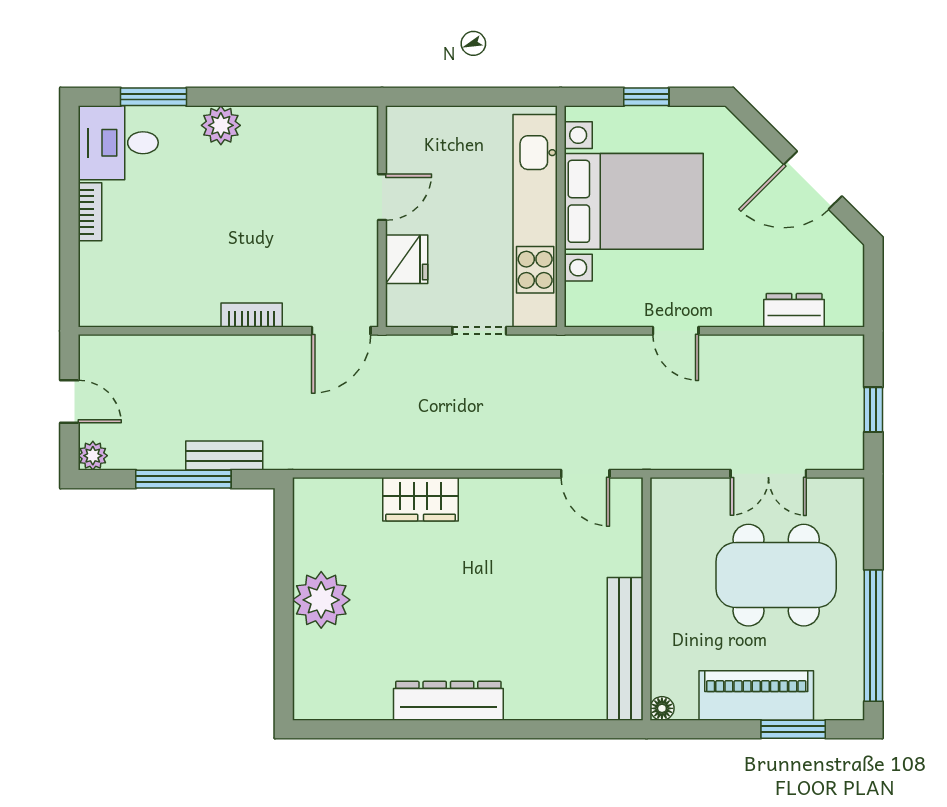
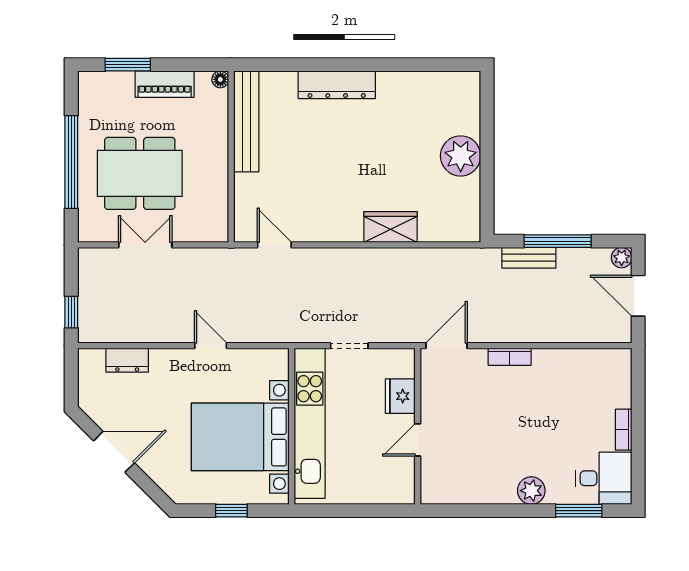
door: (69, 402) -> (638, 296), width x1.38
window: (873, 410) -> (71, 312), moved
window: (873, 636) -> (71, 162), moved
piano: (756, 696) -> (165, 84), width x0.73, depth x0.75
dresser: (448, 701) -> (337, 85), moved

